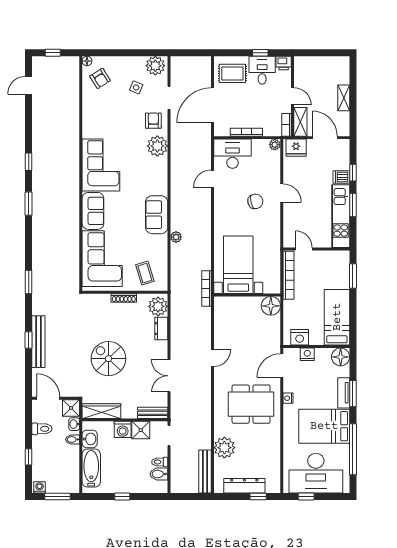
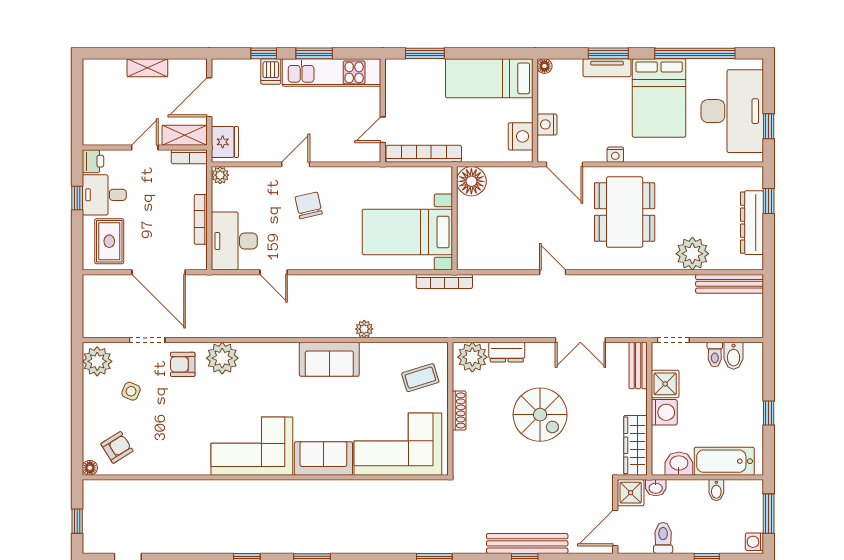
floor lamp: (341, 357) -> (544, 66), width x0.53, depth x0.53
spiral stairs: (108, 359) -> (540, 415), moved, turned -90
bidet: (73, 439) -> (716, 490), moved

